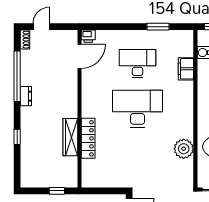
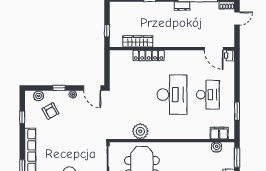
door: (41, 27) -> (237, 18), hinge flipped
filing cabinet: (186, 69) -> (219, 133), moved
wardrobe: (70, 137) -> (138, 41), moved

